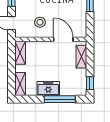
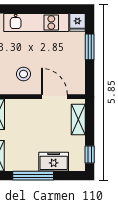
freezer: (48, 88) -> (54, 162), moved
window: (60, 99) -> (33, 176), moved

